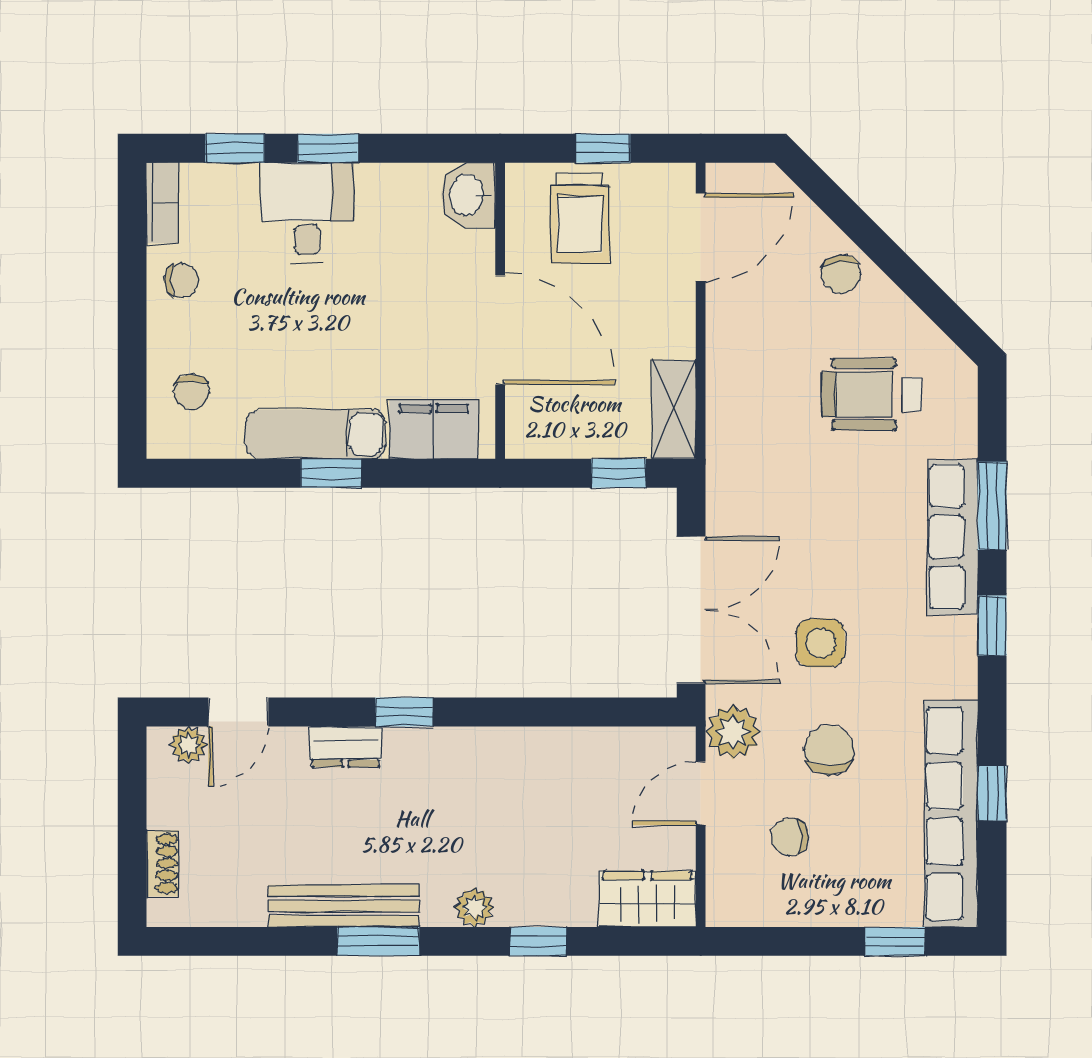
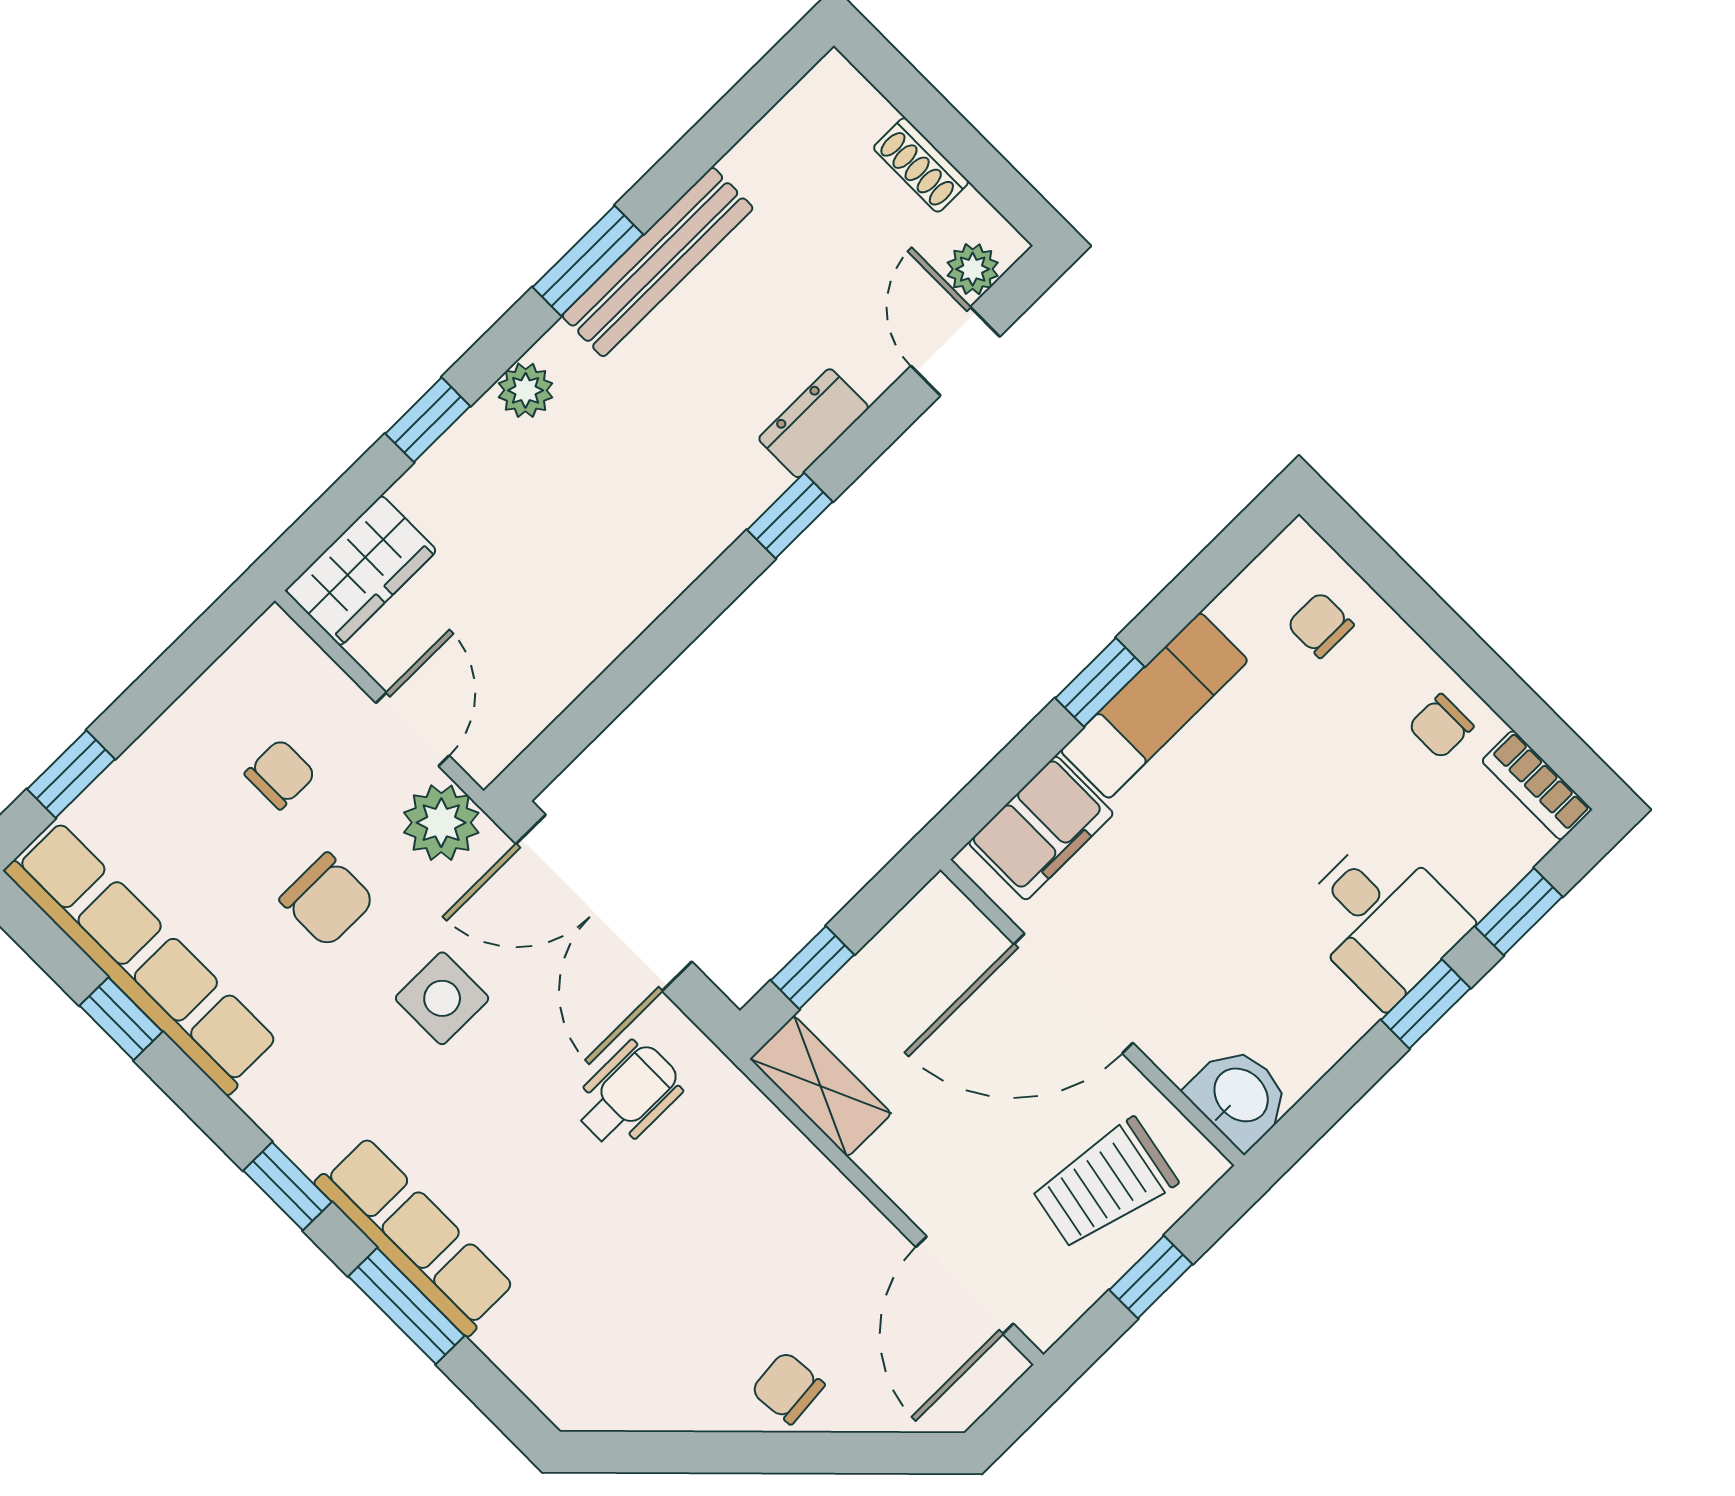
trolley: (580, 218) -> (1104, 1184), turned -79
wheelchair: (872, 394) -> (628, 1095), moved, width x0.73, depth x0.73
shoe rack: (163, 863) -> (921, 165), moved

